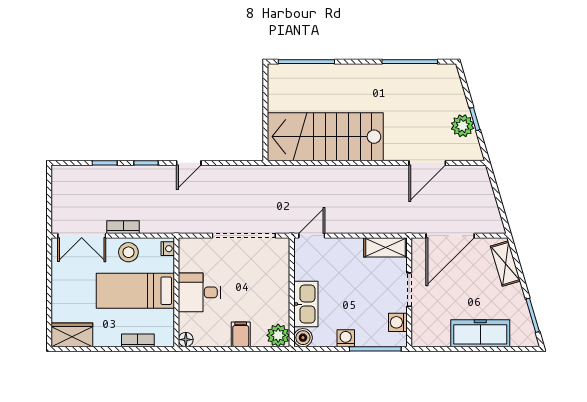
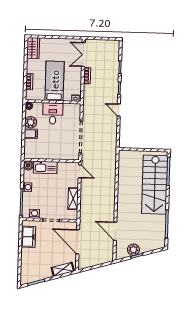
stairs: (325, 137) -> (155, 185), moved, turned 180
shelving: (385, 247) -> (73, 199), moved
stool: (128, 252) -> (74, 78), removed
freezer: (480, 333) -> (28, 237), moved, width x0.71
plant: (278, 335) -> (31, 122), moved

